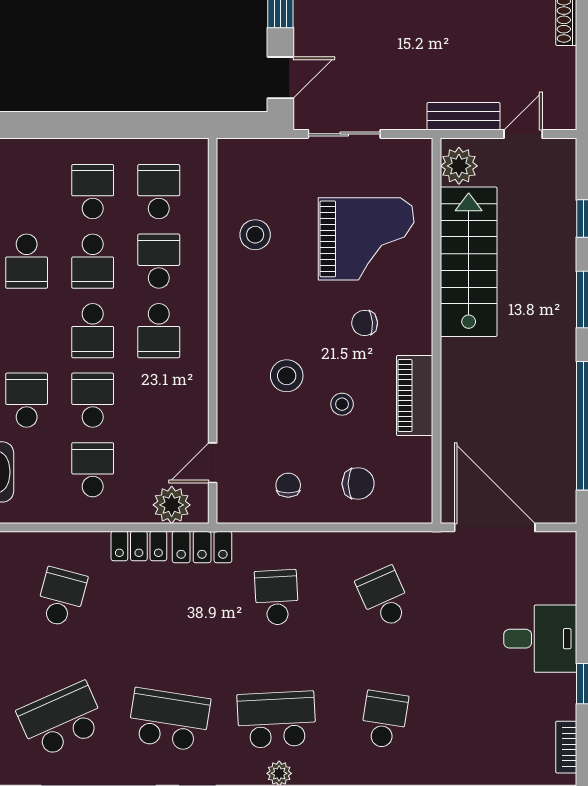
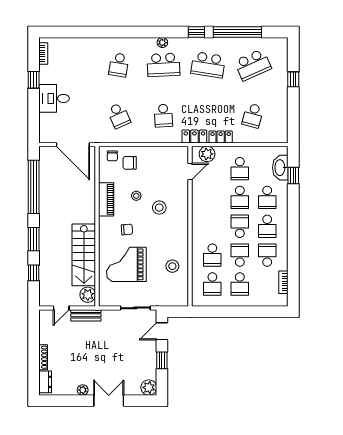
school desk: (159, 331) -> (267, 226), moved, turned 180
chair: (288, 485) -> (112, 156), moved

